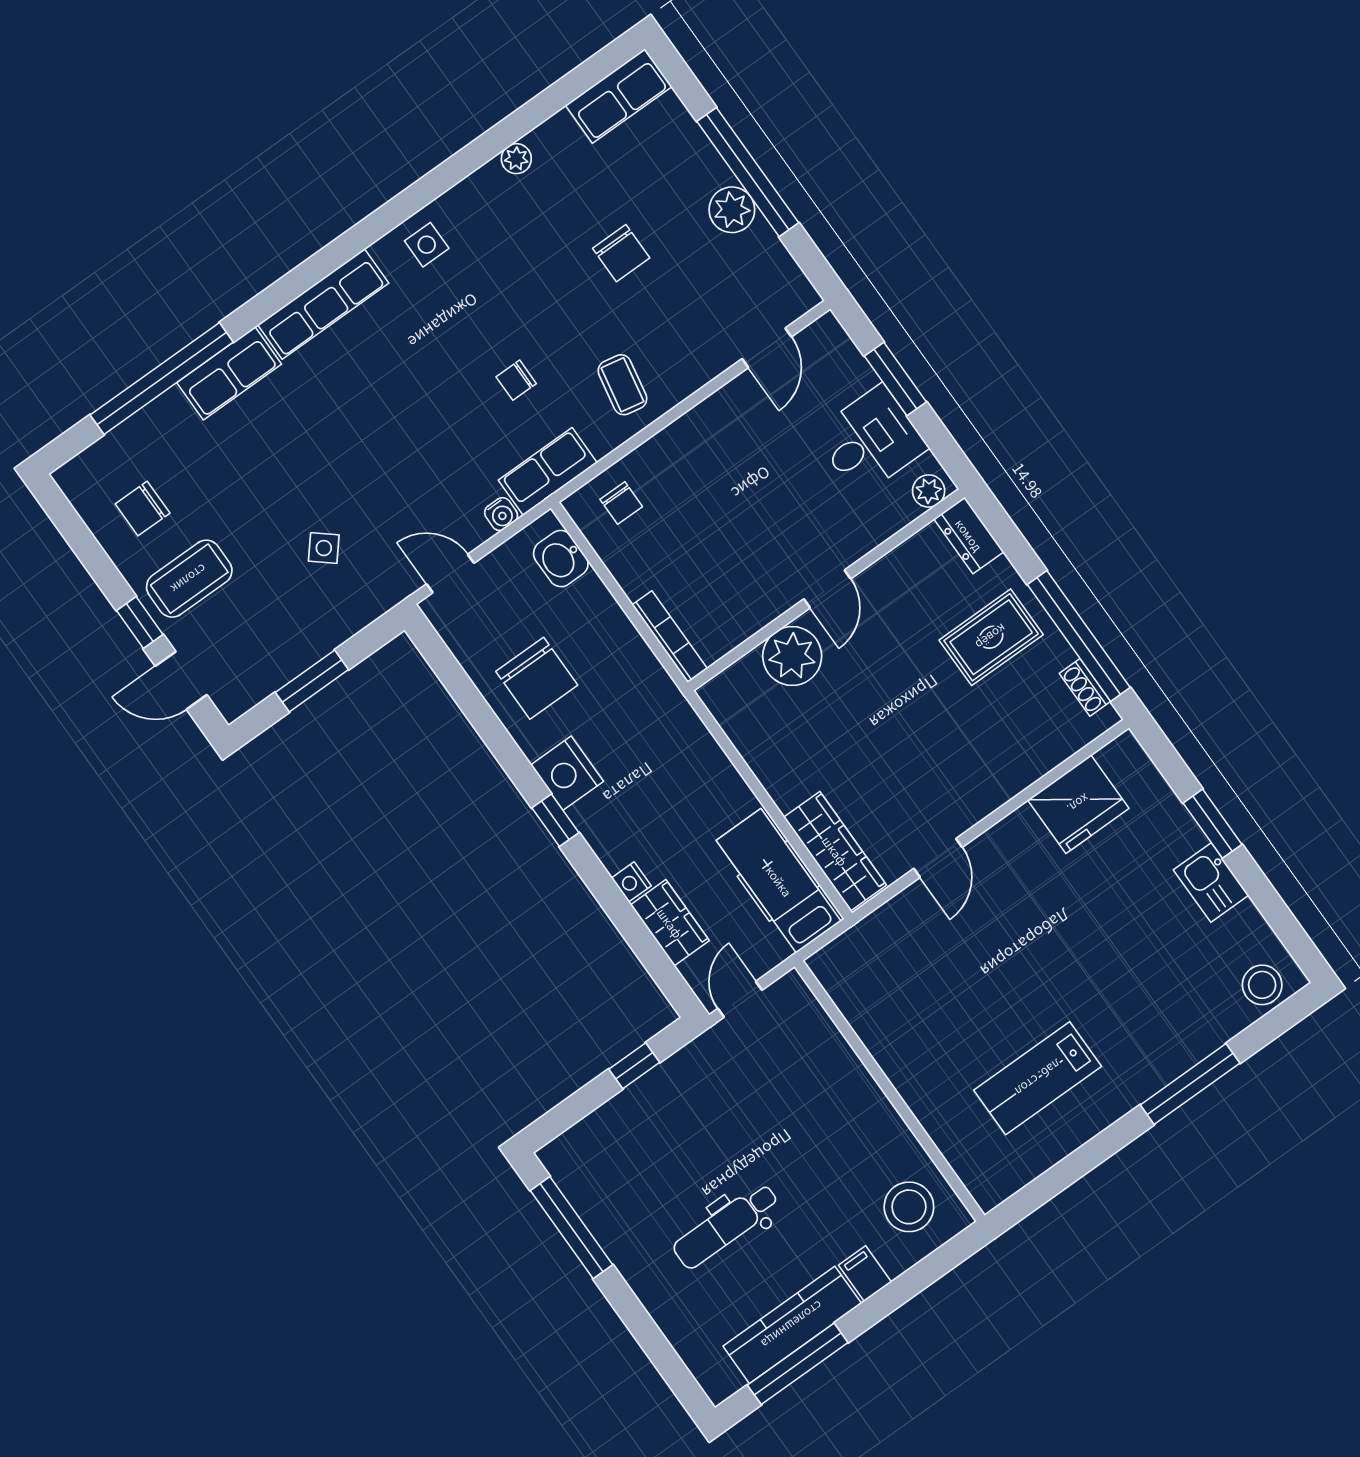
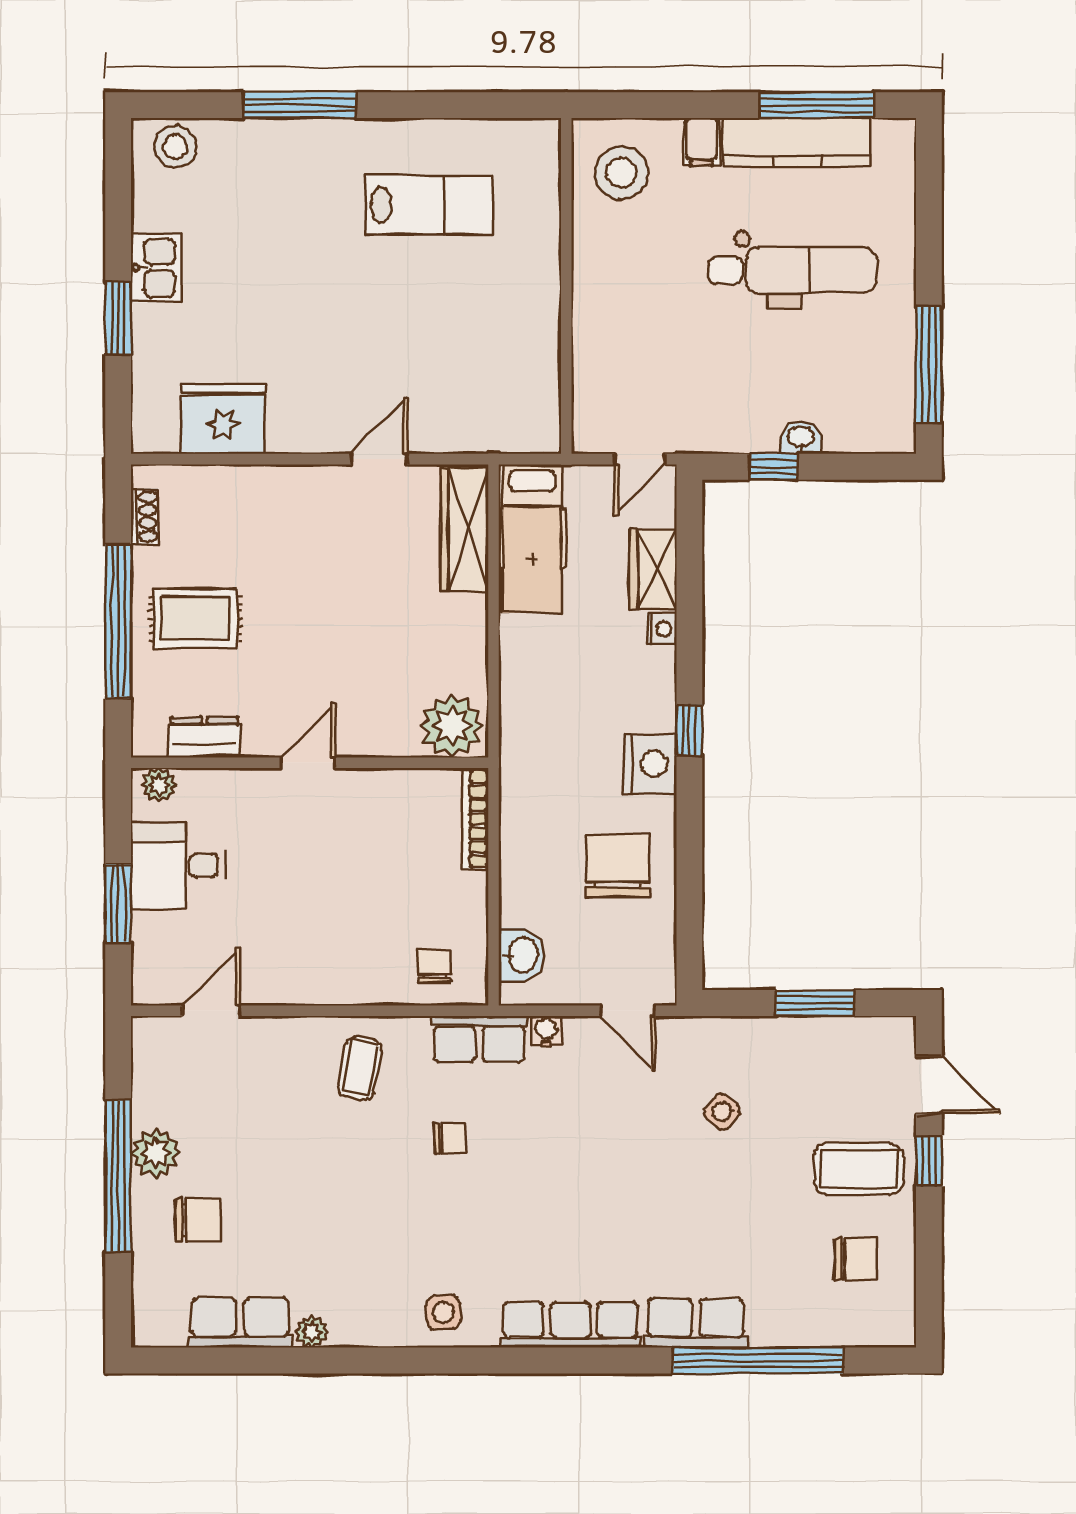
row of seats: (619, 96) -> (240, 1323), moved
chair: (621, 253) -> (197, 1220), moved, turned 90
dresser: (969, 535) -> (204, 737), moved, turned -90
window: (1079, 636) -> (118, 621), moved
plant: (792, 656) -> (452, 726), moved
washbasin: (629, 1103) -> (801, 438), added
dental chair: (726, 1226) -> (793, 270), width x1.36, depth x1.38

